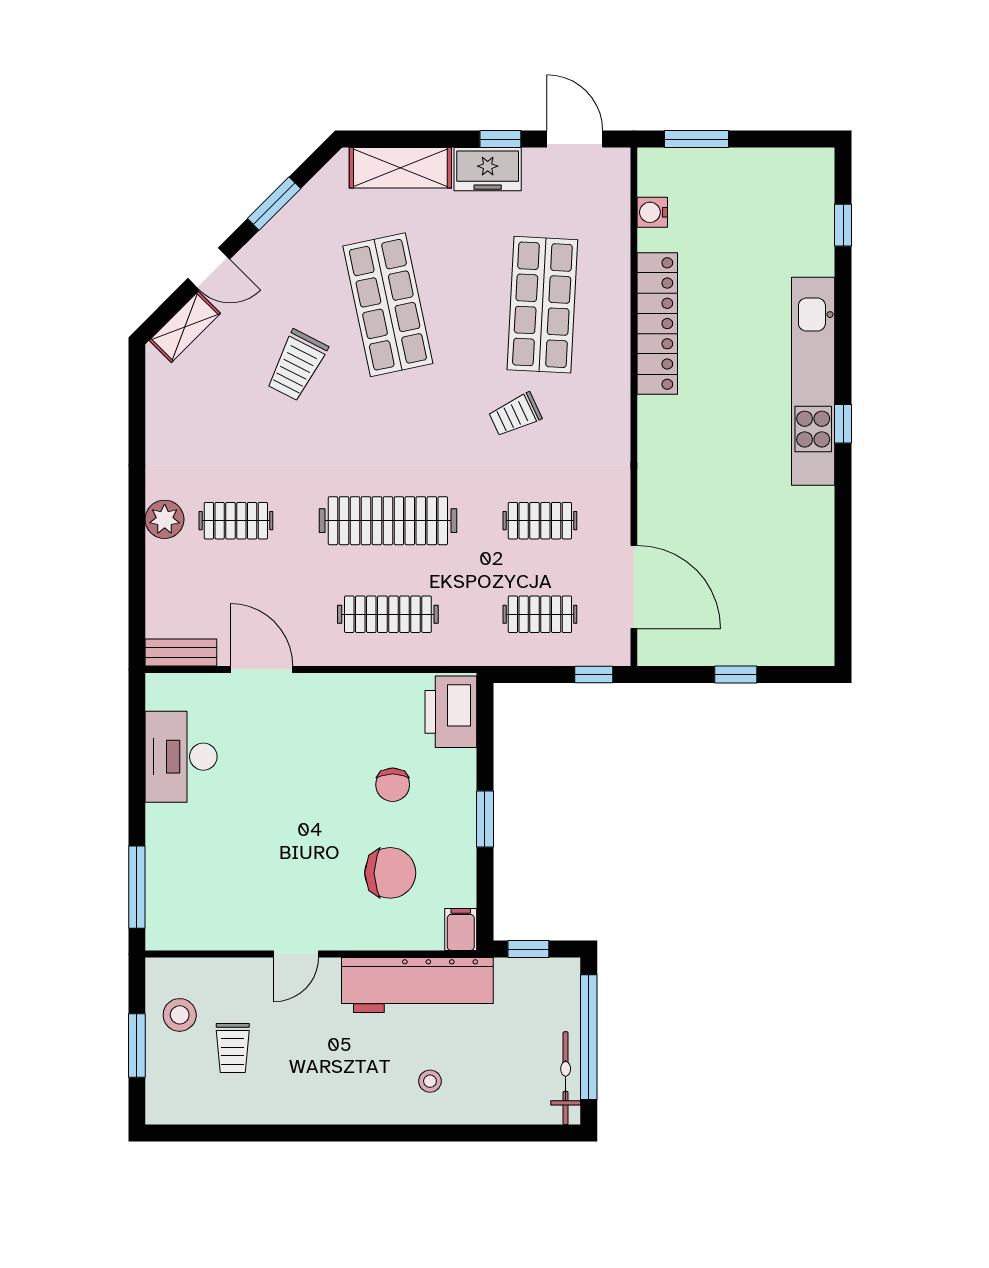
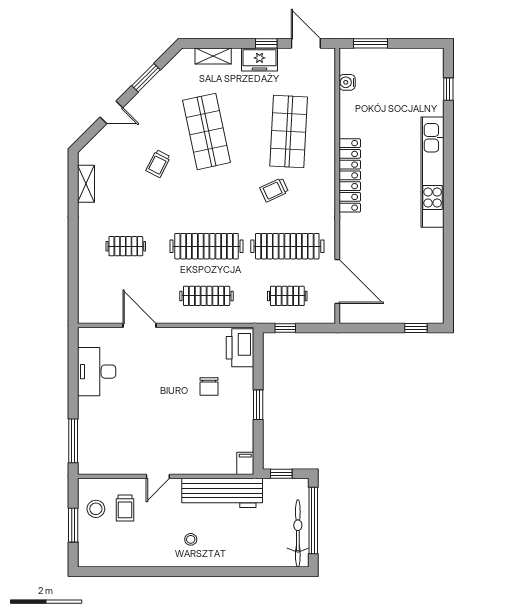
shelving: (400, 168) -> (213, 56), width x0.67, depth x0.75
locker: (657, 324) -> (350, 175), moved
shelving: (185, 327) -> (86, 184), moved, turned -45
trolley: (297, 365) -> (158, 164), width x0.73, depth x0.72
window: (843, 424) -> (448, 195), removed
plant: (165, 519) -> (88, 245), removed
clothes rail: (540, 521) -> (287, 246), width x1.86, depth x1.31
bench: (181, 653) -> (97, 316), removed
window: (594, 675) -> (285, 328), moved
window: (736, 675) -> (416, 328), moved
chair: (390, 873) -> (208, 433), removed
trolley: (233, 1048) -> (125, 508), moved
bicycle: (566, 1078) -> (298, 533), width x1.37, depth x1.40
stool: (430, 1081) -> (191, 539), moved

